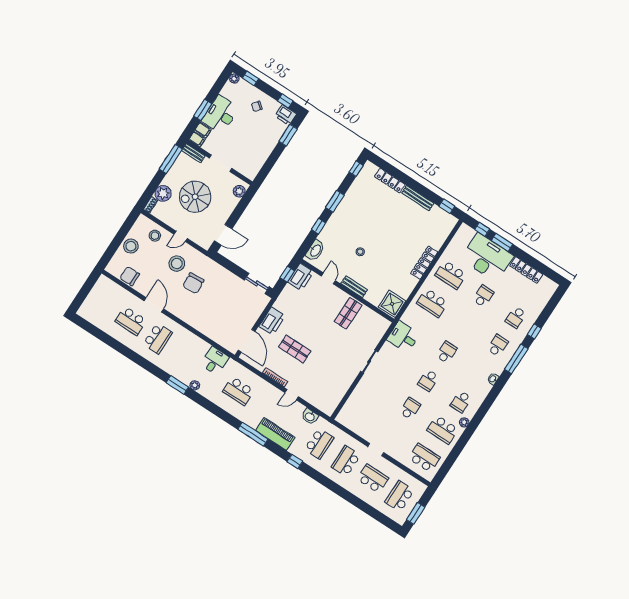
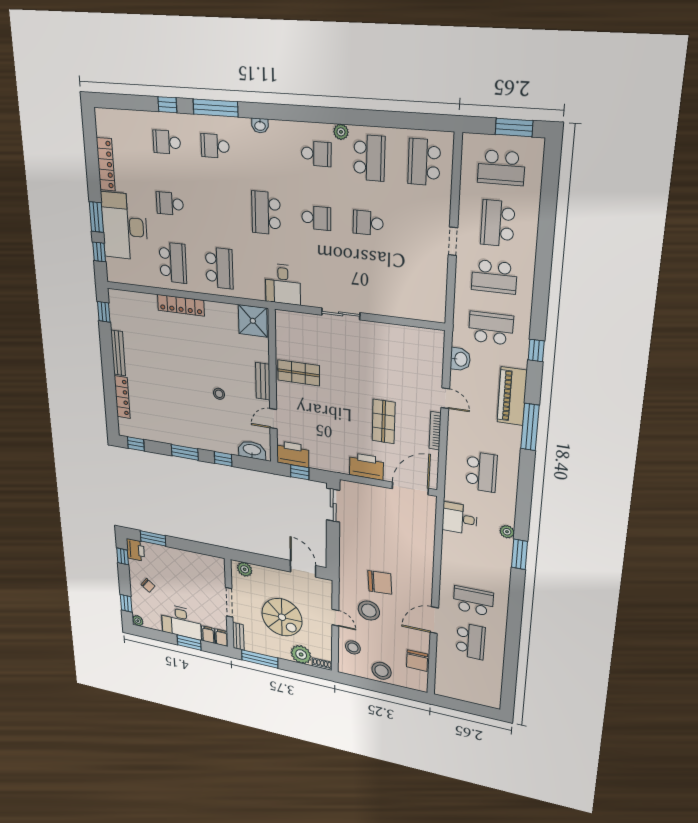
school desk: (516, 317) -> (167, 142), turned 180
school desk: (447, 352) -> (266, 213), width x1.85

